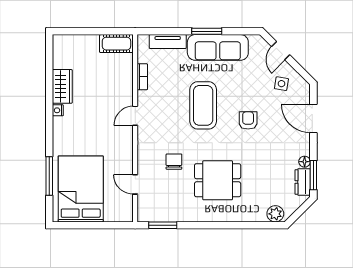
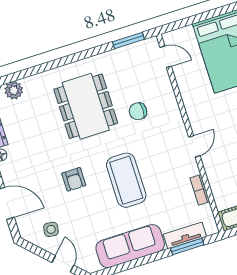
window: (207, 31) -> (187, 247), moved
chair: (174, 162) -> (138, 111), turned 90
dining table: (218, 180) -> (86, 106), width x1.38
door: (135, 184) -> (166, 57), moved

